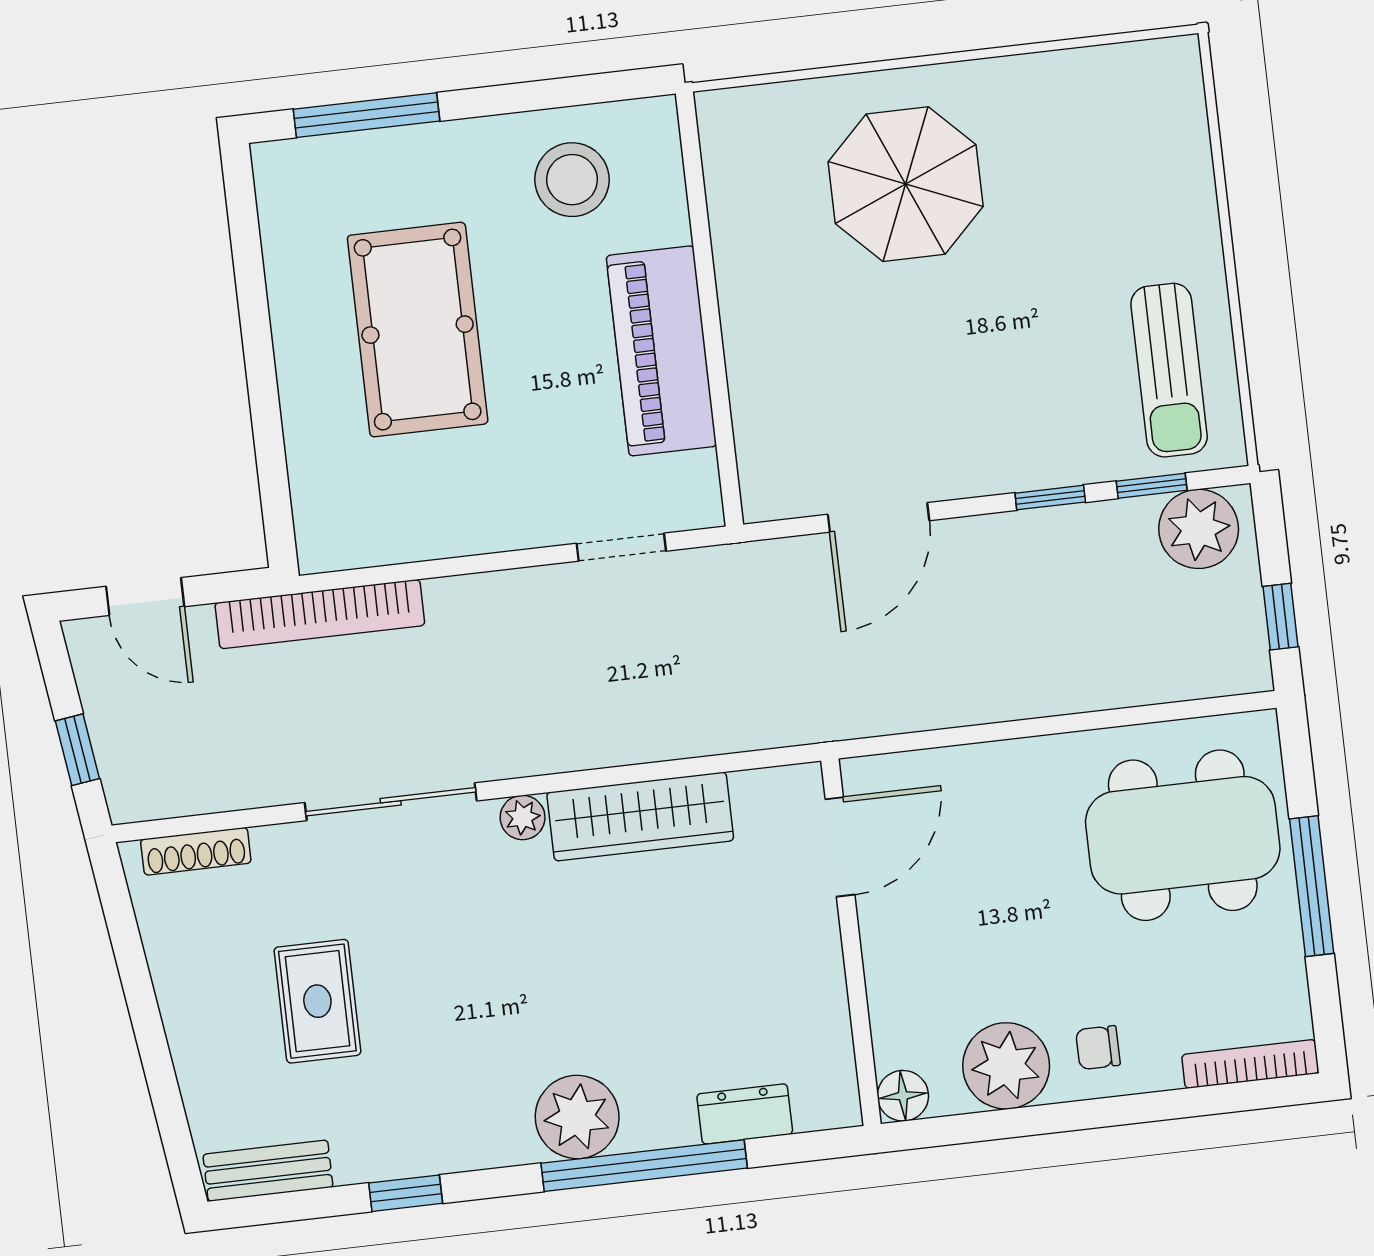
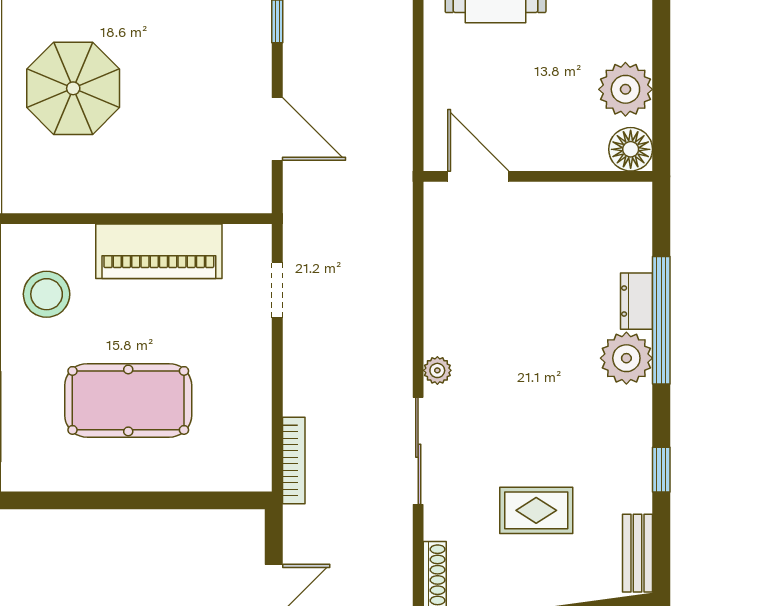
bookcase: (320, 614) -> (294, 460), width x0.68, depth x0.76
wardrobe: (640, 817) -> (445, 298), removed
chair: (1098, 1048) -> (621, 31), removed
floor lamp: (903, 1096) -> (631, 149), width x1.38, depth x1.38
dresser: (745, 1114) -> (636, 301), moved

